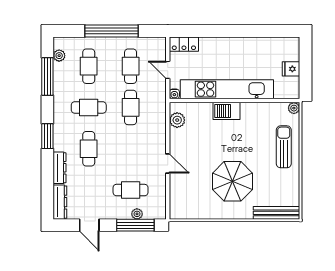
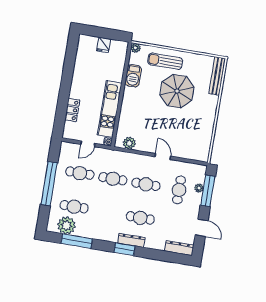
locker: (184, 44) -> (72, 110), moved
plant: (59, 56) -> (66, 225), width x1.88, depth x1.88
kitchen unit: (227, 89) -> (110, 109), width x0.73
cafe table: (89, 107) -> (146, 184), moved, turned 90
barbecue: (227, 111) -> (133, 76), moved
door: (168, 164) -> (163, 157), hinge flipped
dresser: (59, 168) -> (131, 240), moved
parasol: (232, 181) -> (177, 91), moved
door: (89, 225) -> (202, 228), hinge flipped

